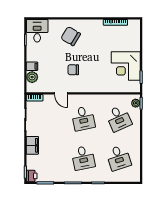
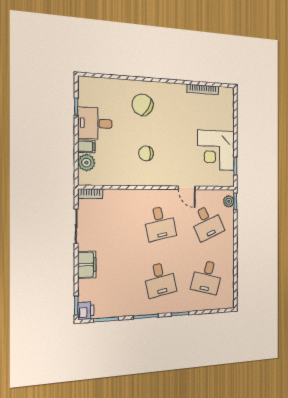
desk: (37, 31) -> (95, 123), moved, turned -90
door: (61, 93) -> (187, 188), moved
desk: (119, 158) -> (207, 277), turned 33

